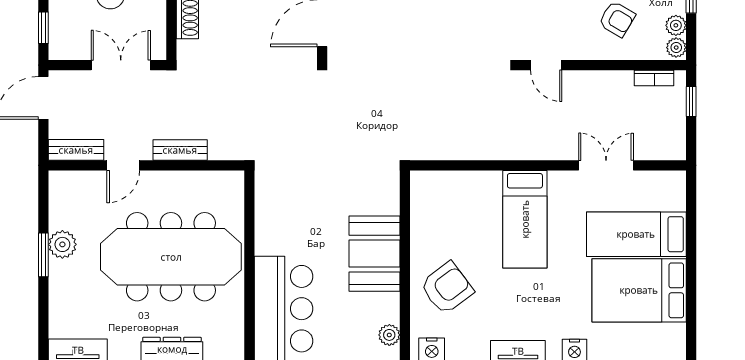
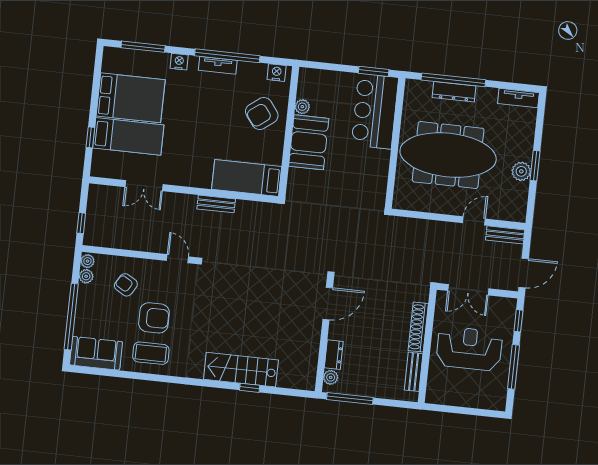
bookcase: (654, 78) -> (105, 242), removed
bench: (180, 150) -> (216, 204), moved
bed: (525, 219) -> (247, 178), moved, turned -90
window: (691, 227) -> (90, 137), added
plant: (389, 335) -> (302, 107), moved

